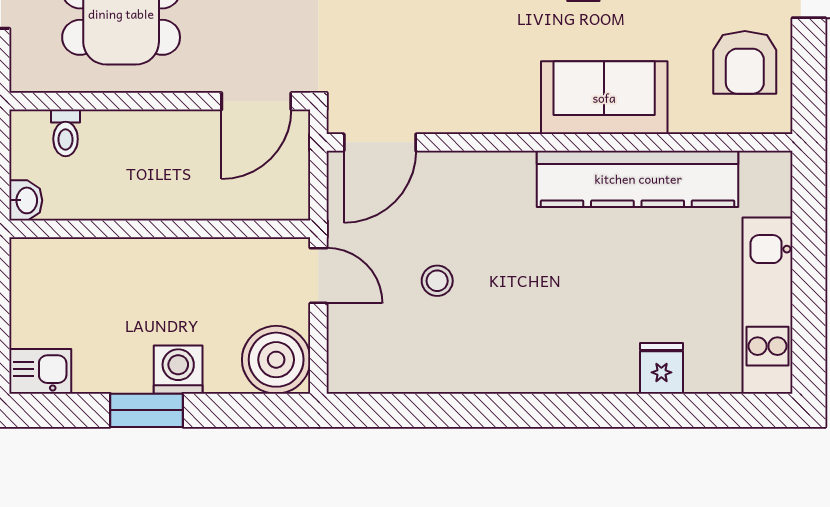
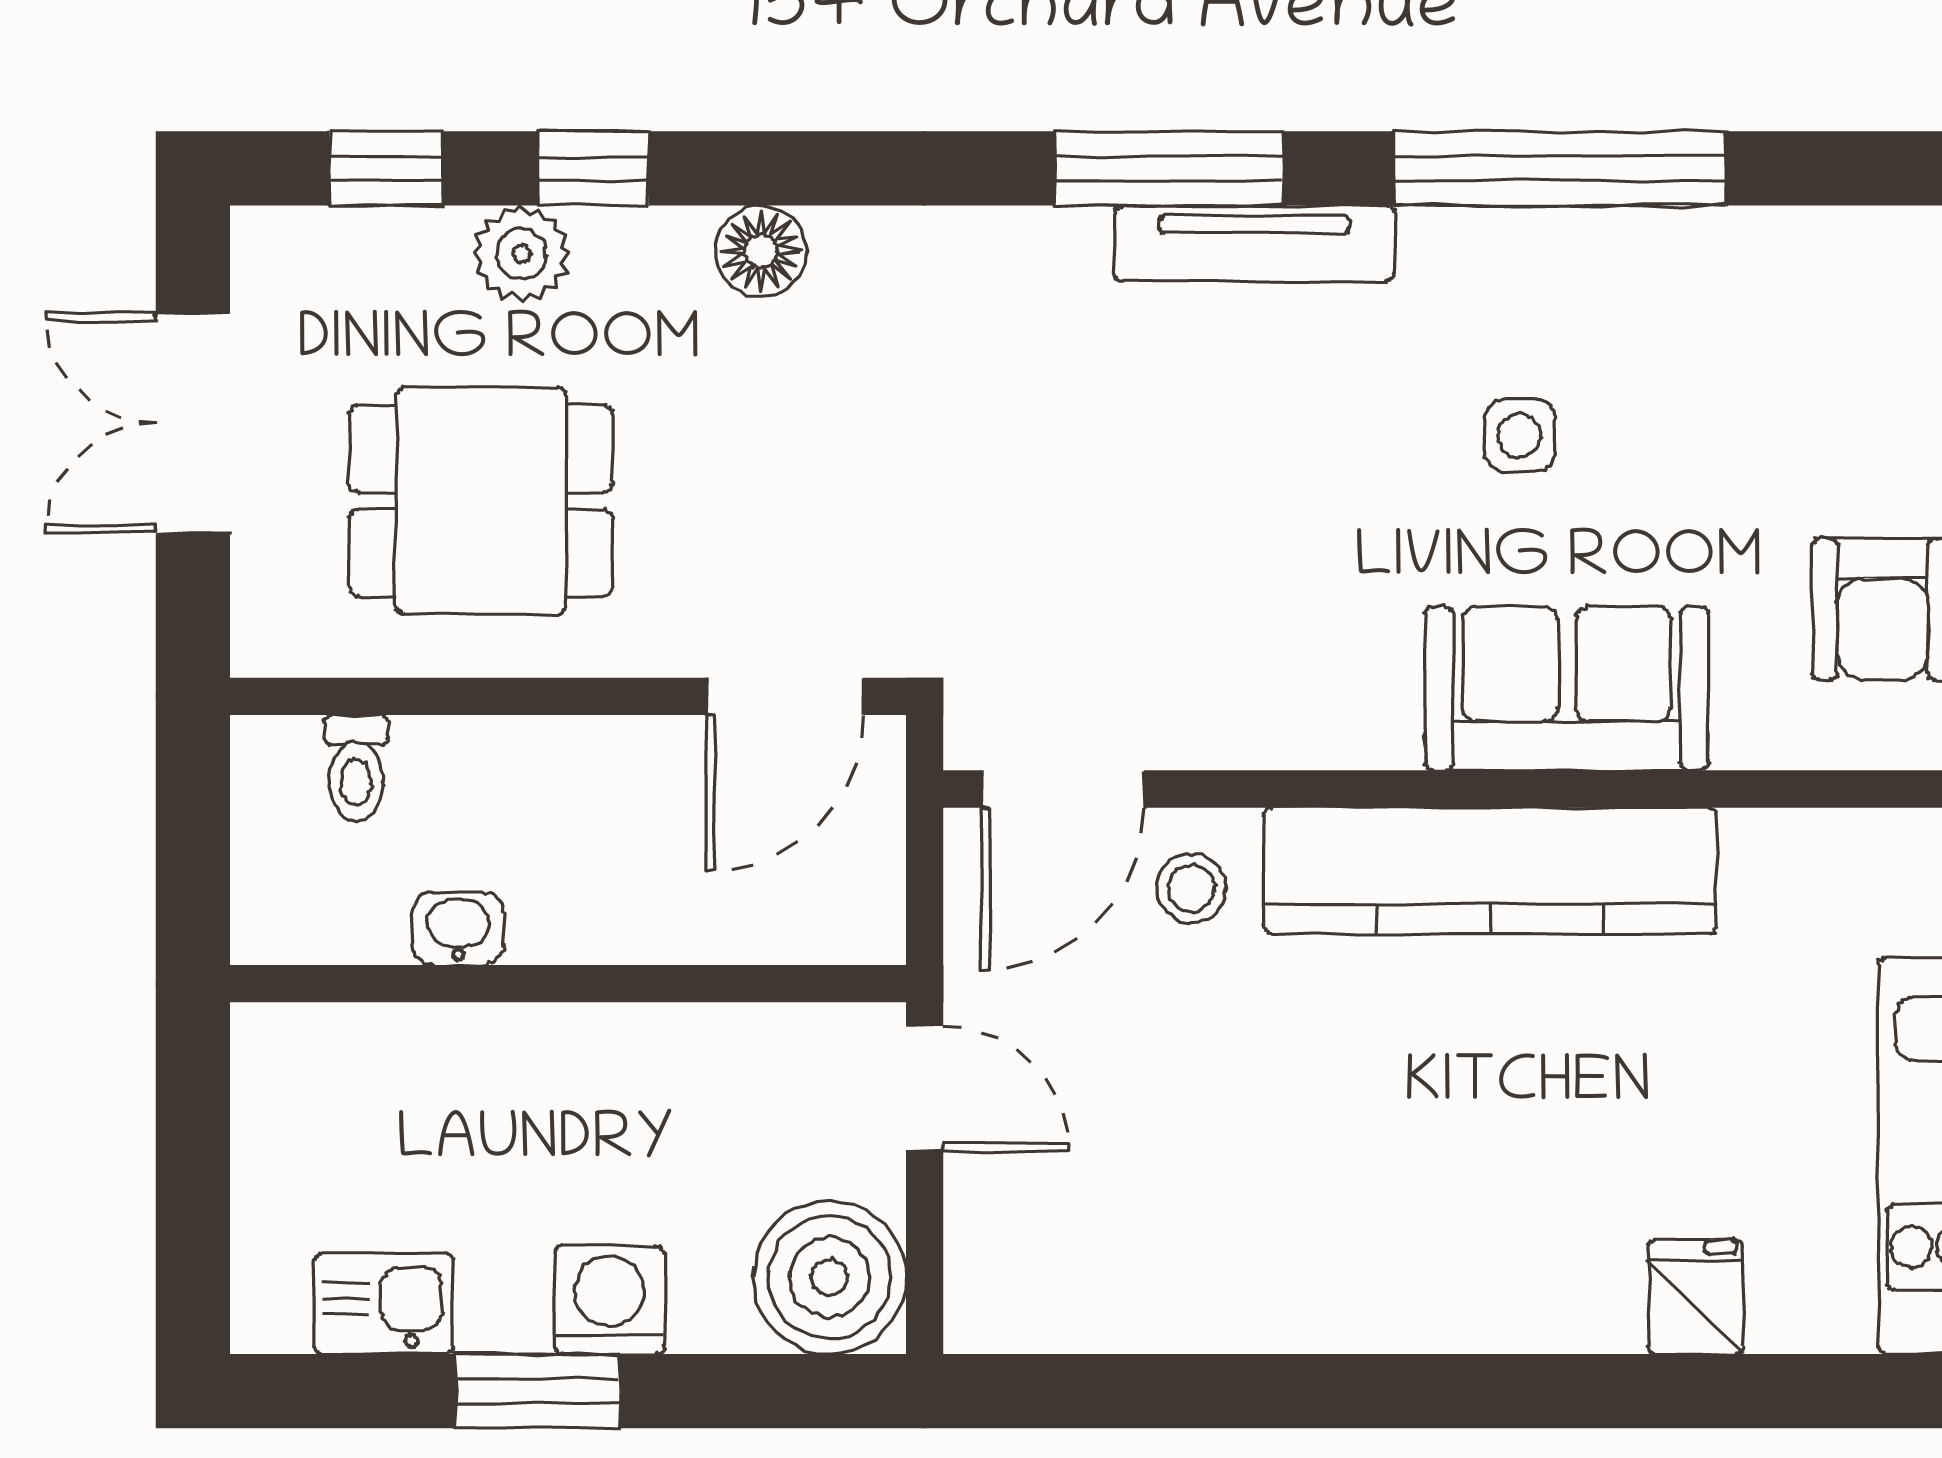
kitchen counter: (638, 179) -> (1490, 871), moved
washbasin: (26, 200) -> (458, 928), moved, turned -90
stool: (437, 281) -> (1192, 888), moved
kitchen sink: (40, 371) -> (384, 1304), moved

